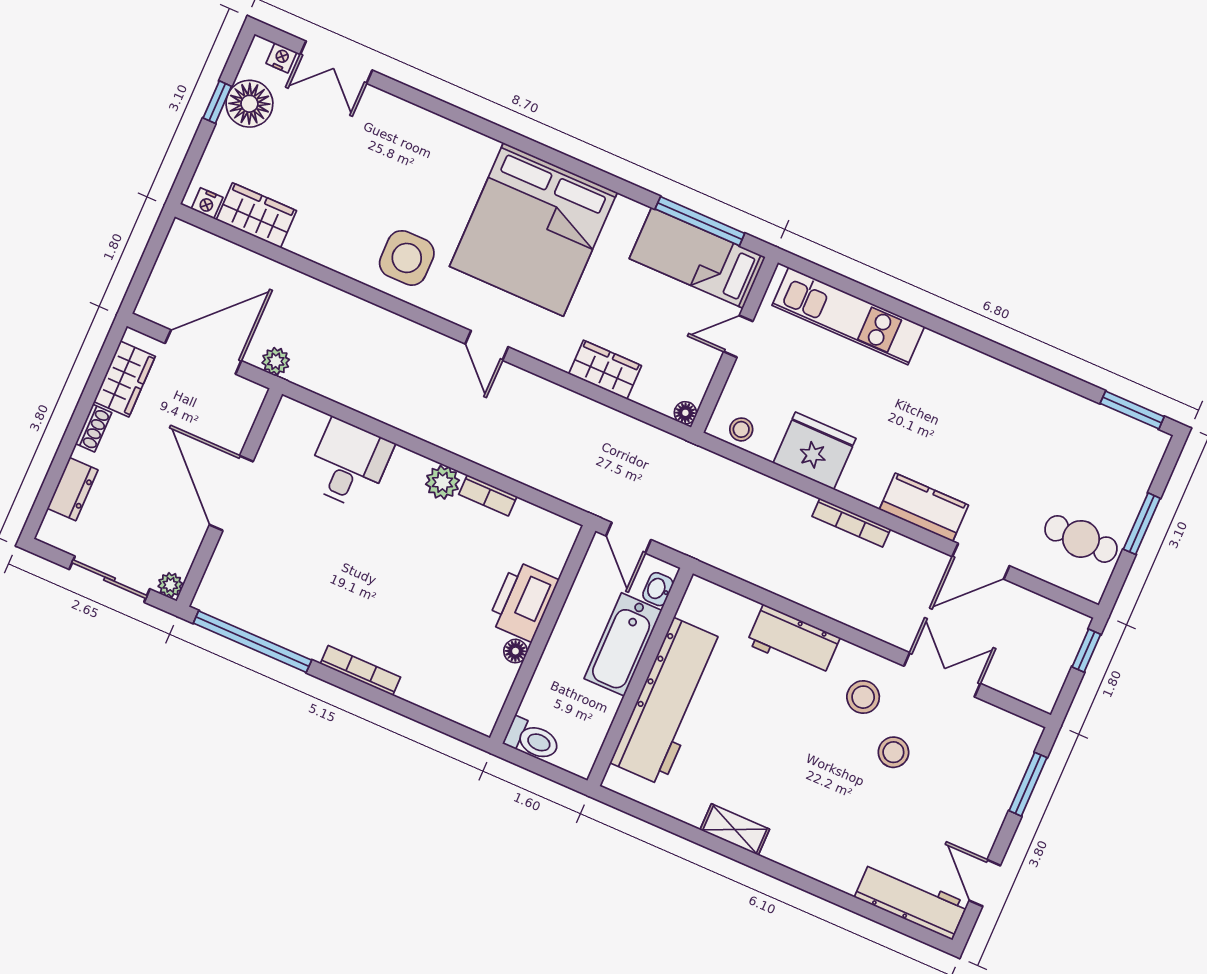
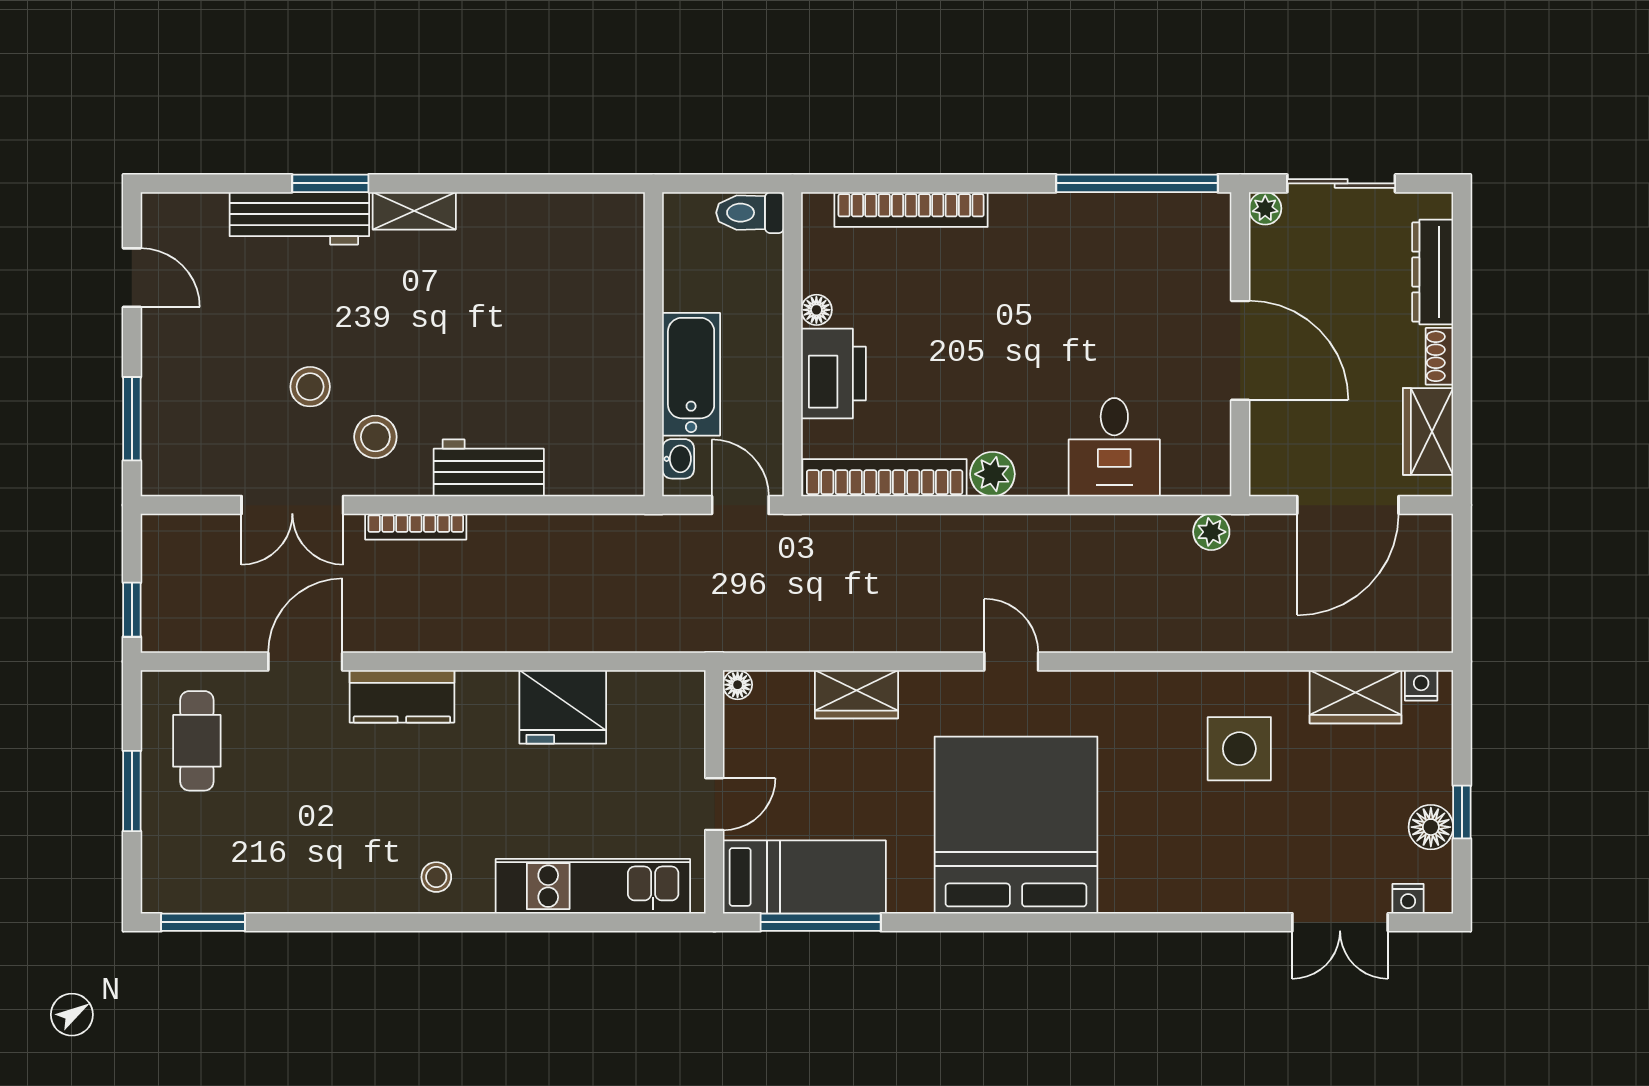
double door: (336, 62) -> (1340, 922), swing flipped
floor lamp: (249, 104) -> (1431, 827), width x0.73, depth x0.73
side table: (407, 258) -> (1239, 749), moved
plant: (276, 361) -> (1211, 532), moved
stool: (741, 429) -> (436, 877), moved
dresser: (73, 489) -> (1433, 272), width x1.44
bookcase: (488, 495) -> (885, 478), width x2.31, depth x1.31
bookcase: (851, 523) -> (416, 527), moved, turned 180
cafe table: (1081, 539) -> (197, 741), turned 90
bookcase: (360, 670) -> (911, 210), moved, width x1.48, depth x1.31
workbench: (668, 702) -> (607, 329), removed
shelving: (735, 830) -> (414, 211), moved
window: (817, 888) -> (330, 183), added
workbench: (911, 900) -> (299, 218), moved

